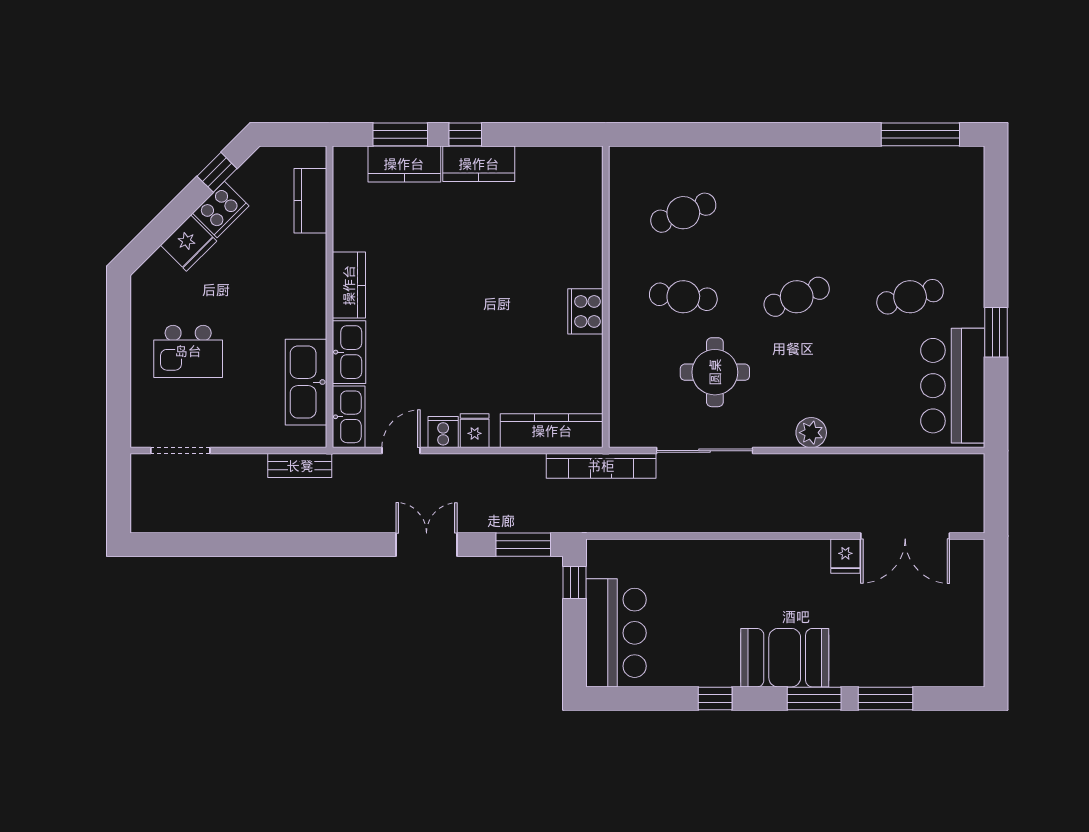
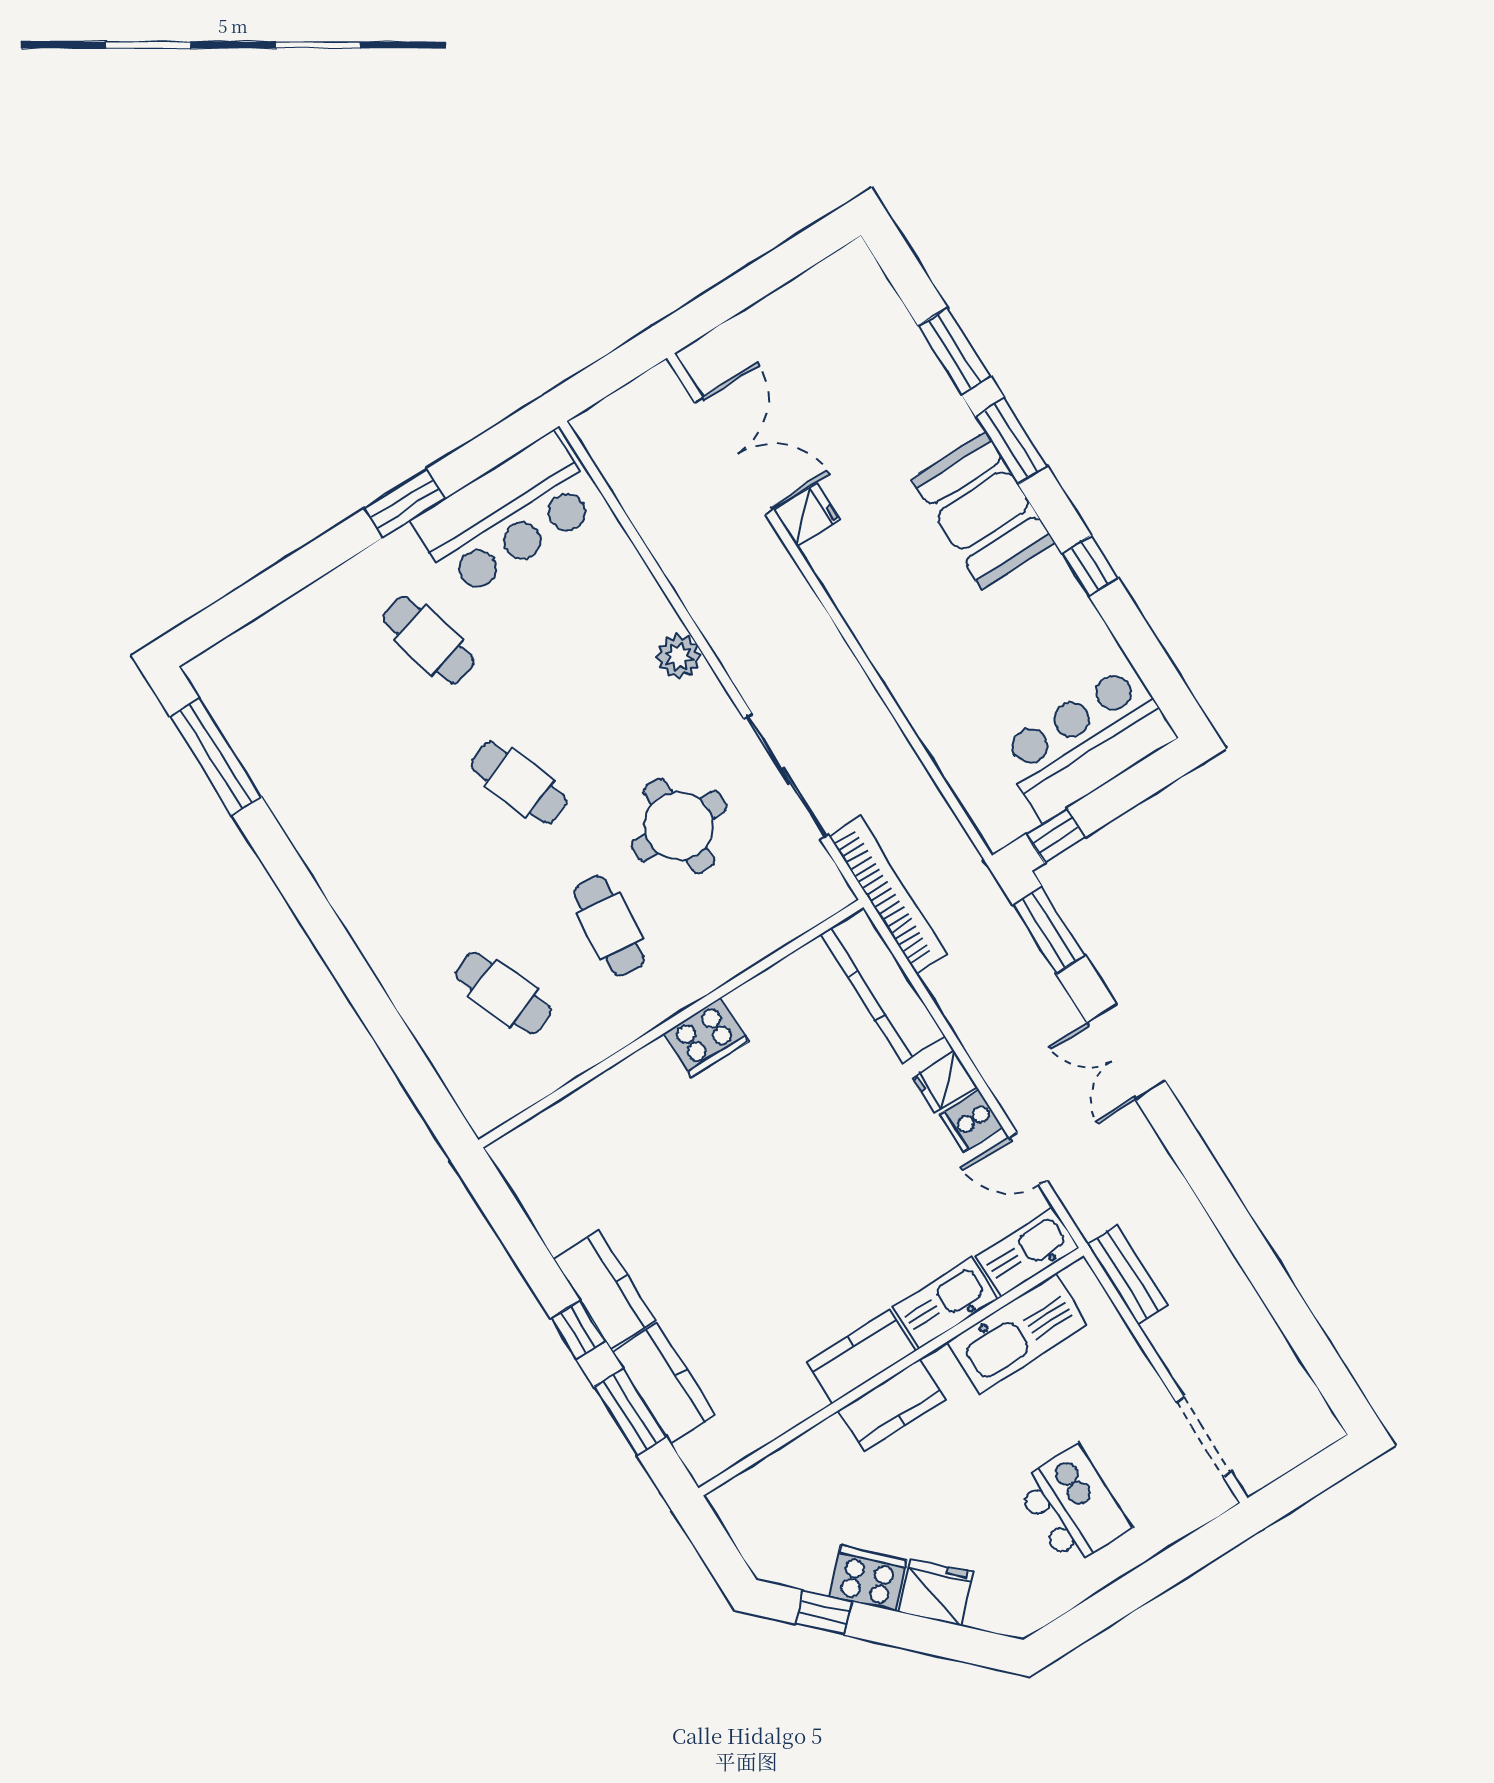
kitchen counter: (310, 201) -> (892, 1405), moved

